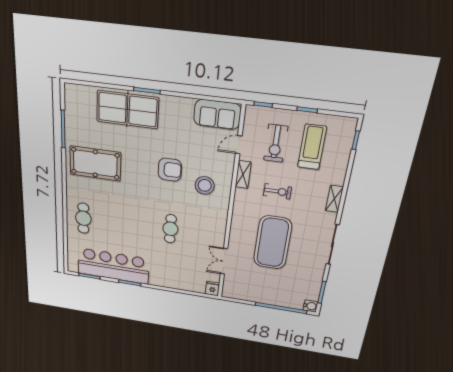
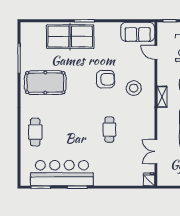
door: (239, 145) -> (156, 52), hinge flipped
shelving: (243, 175) -> (162, 97), moved

